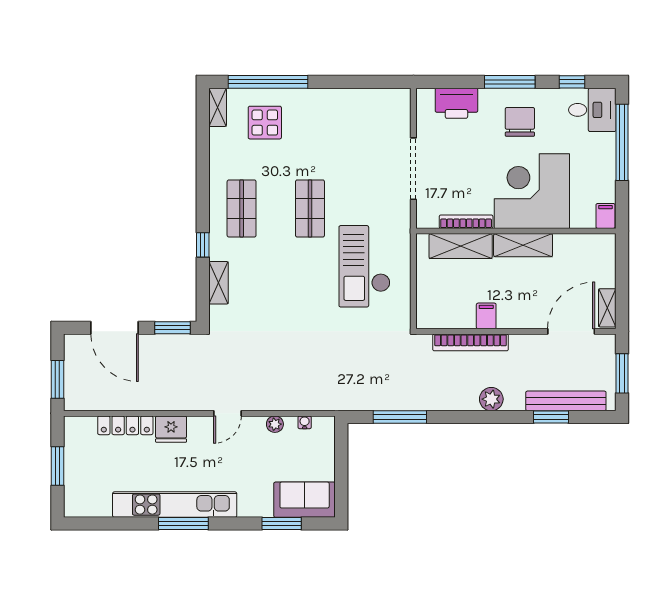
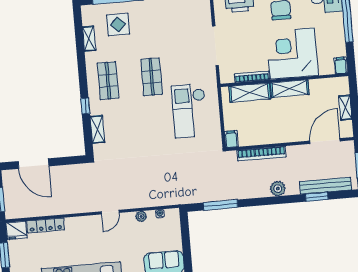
shelving: (218, 107) -> (89, 39), moved
shelving: (607, 308) -> (345, 108), moved
filing cabinet: (486, 316) -> (231, 139), moved
window: (172, 328) -> (70, 160), removed
fridge: (171, 429) -> (17, 230), moved

